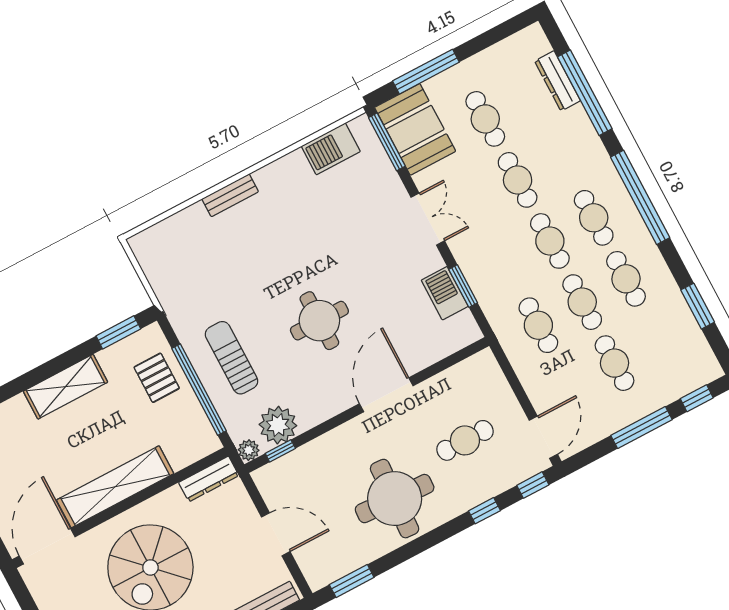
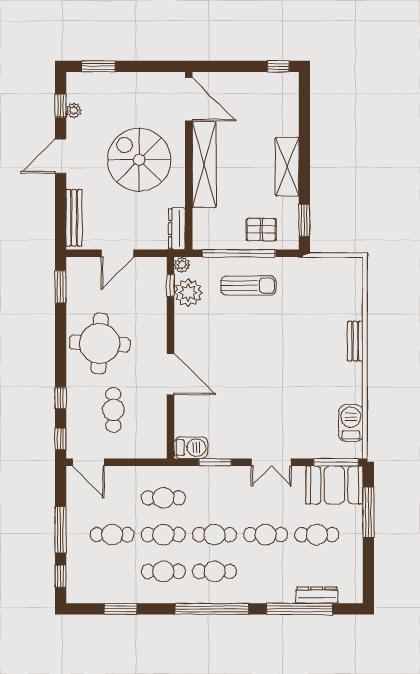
barbecue: (445, 293) -> (191, 448), moved
round table: (319, 321) -> (242, 356), removed

